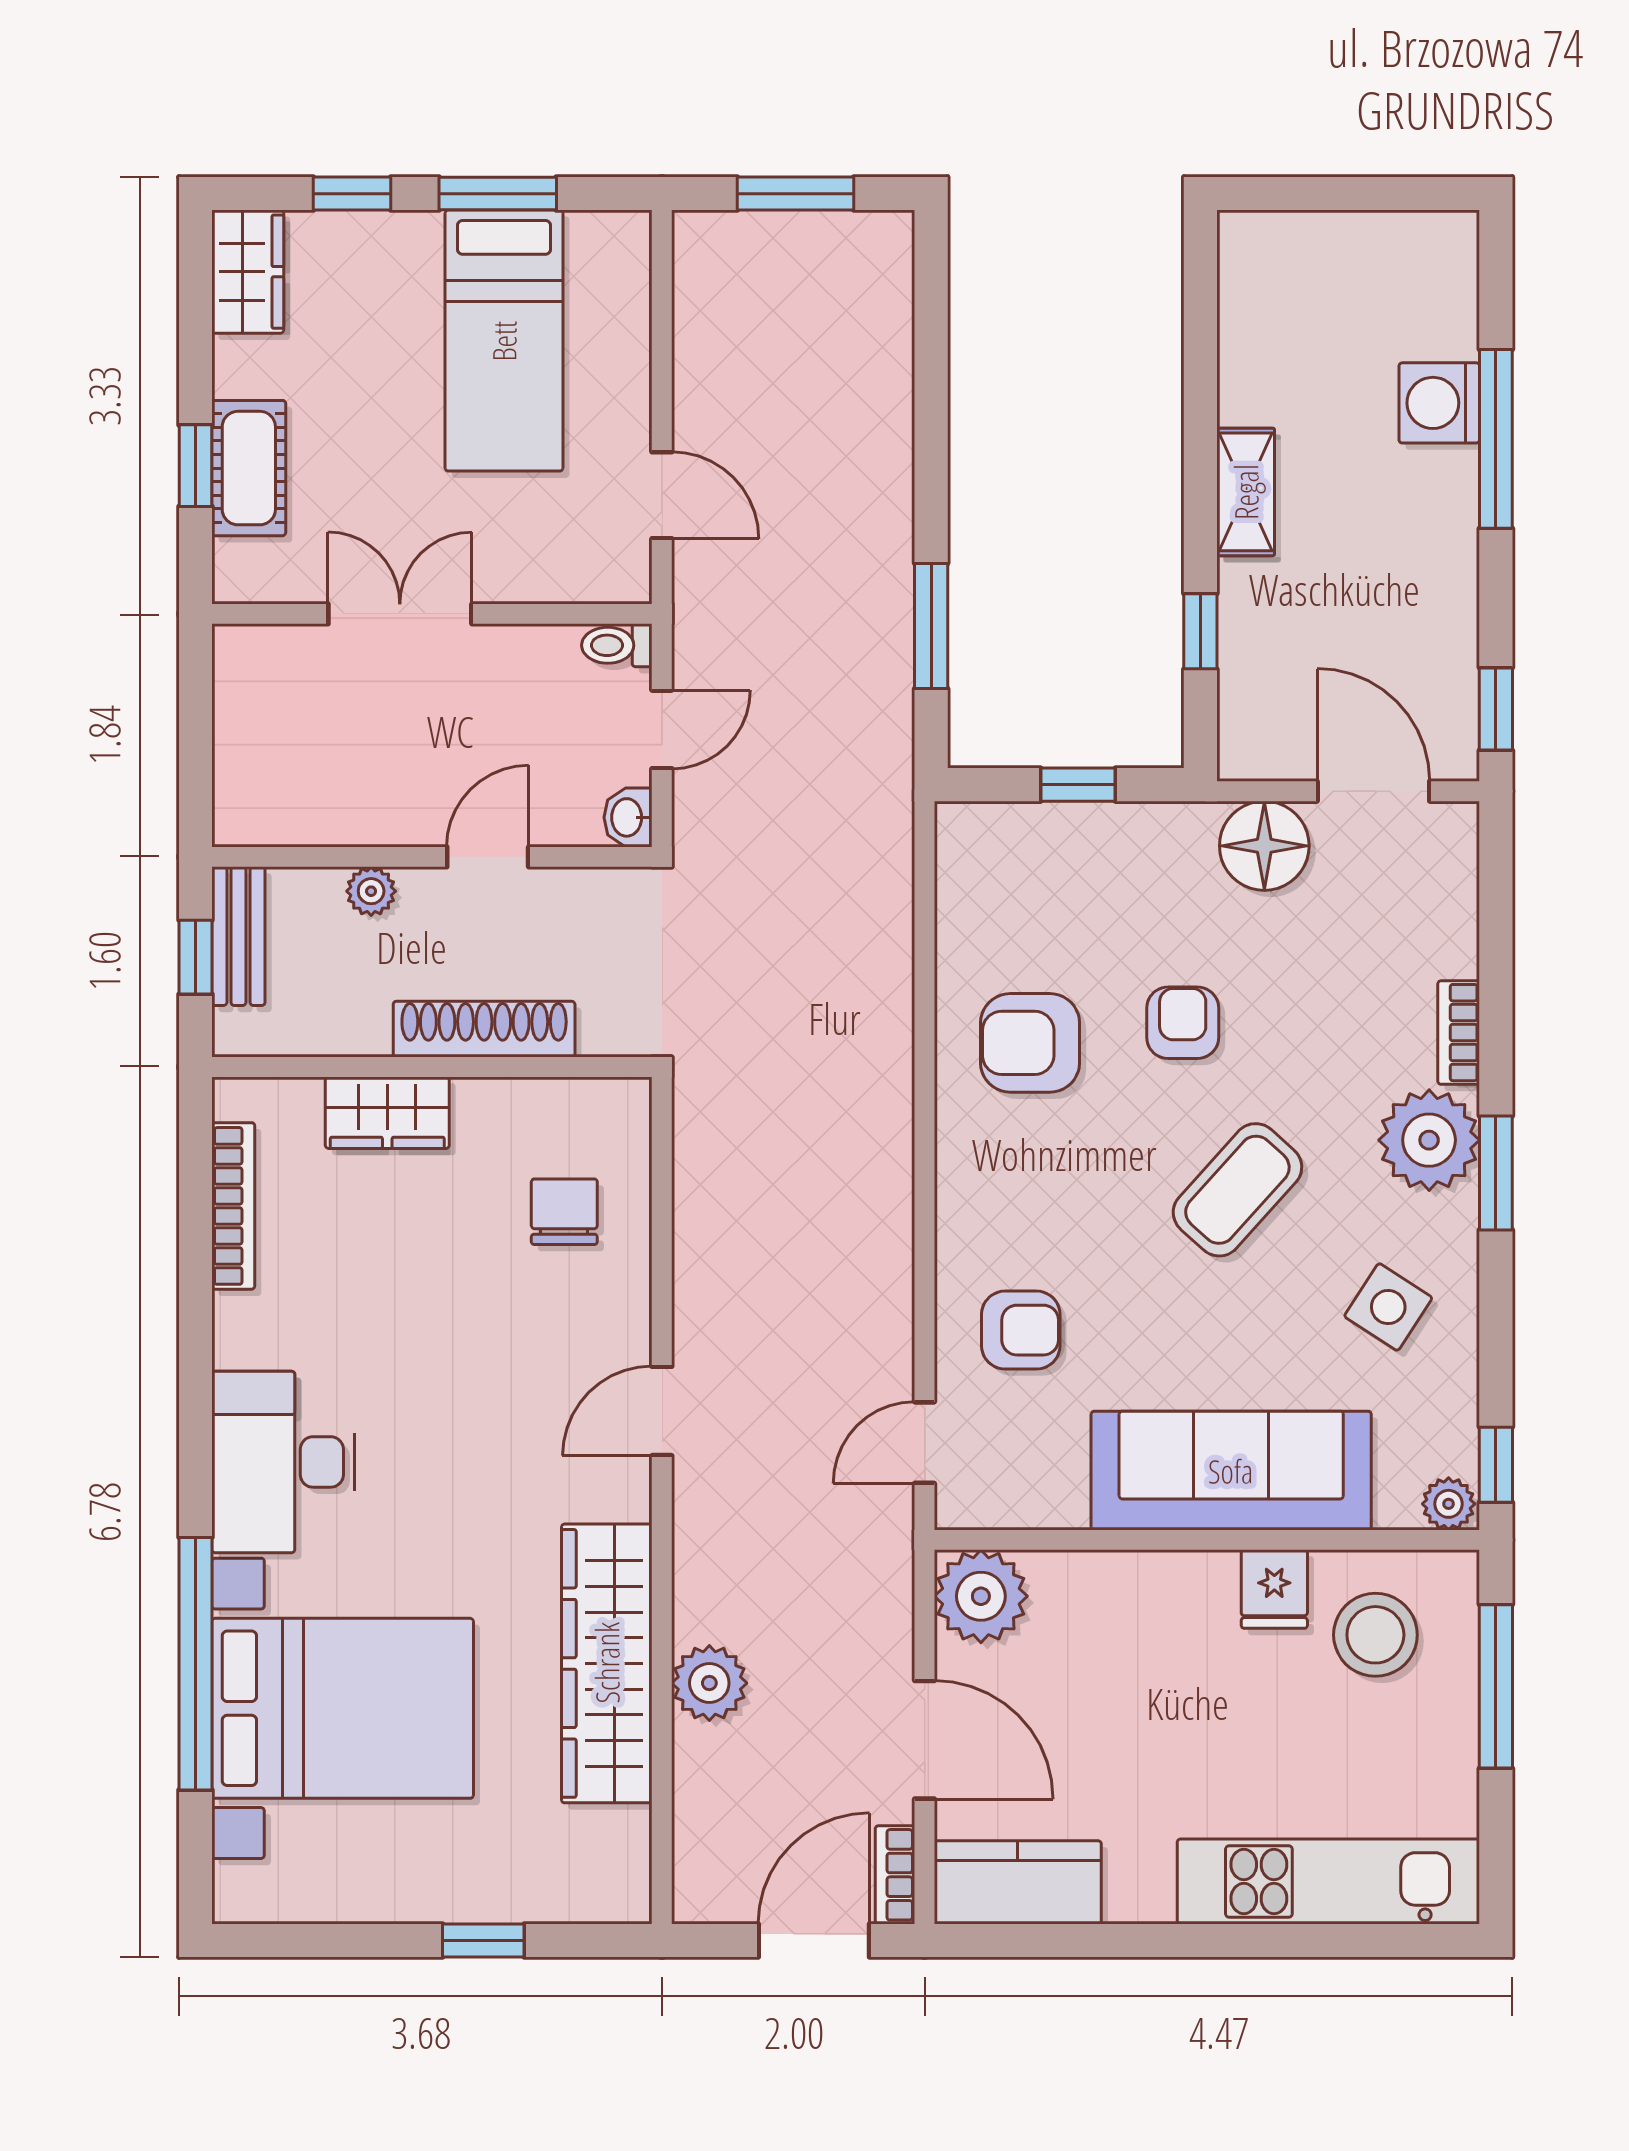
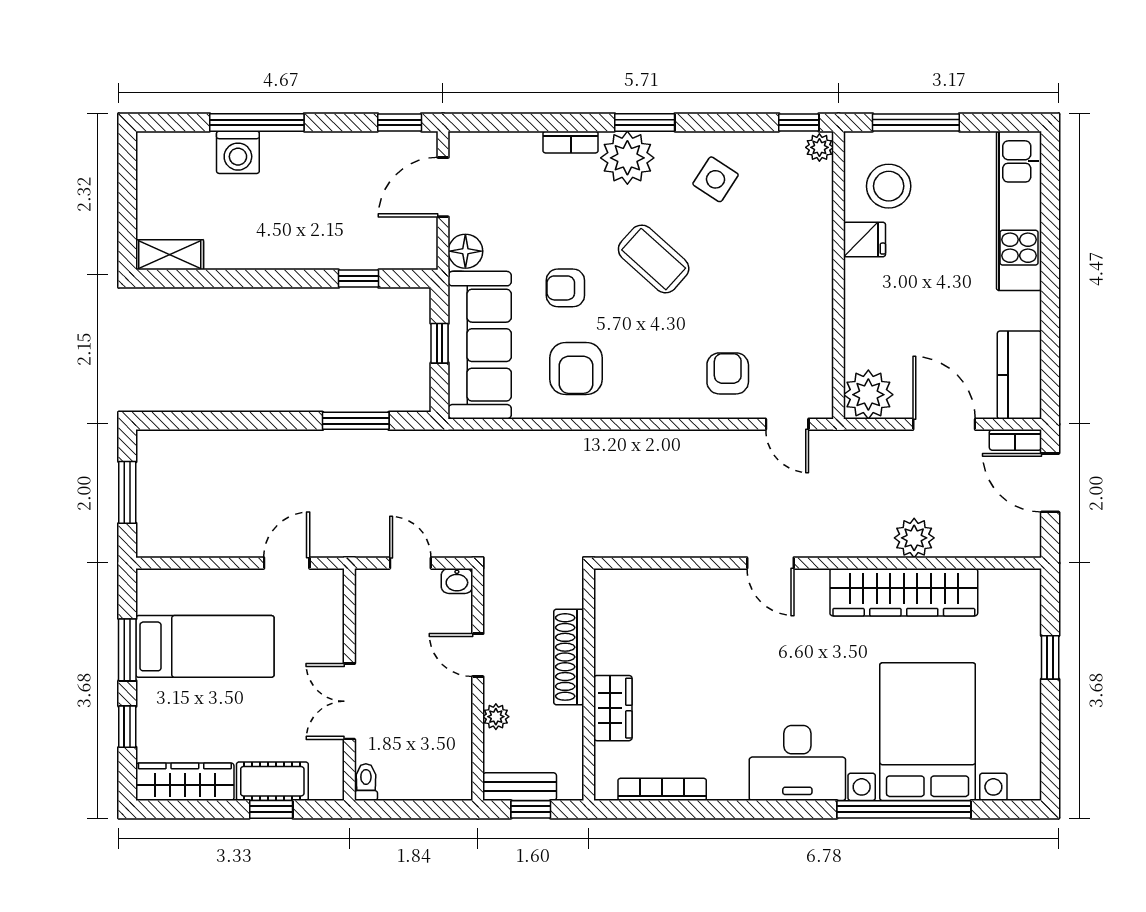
wardrobe: (248, 272) -> (185, 782), width x1.50
shelving: (1246, 492) -> (170, 255), moved
toilet: (617, 645) -> (366, 782), moved, turned 180
floor lamp: (1264, 846) -> (465, 251), width x0.73, depth x0.73
chair: (564, 1212) -> (665, 615), removed
sofa: (1231, 1471) -> (480, 345), moved, turned 180
door: (925, 1740) -> (944, 424), hinge flipped

